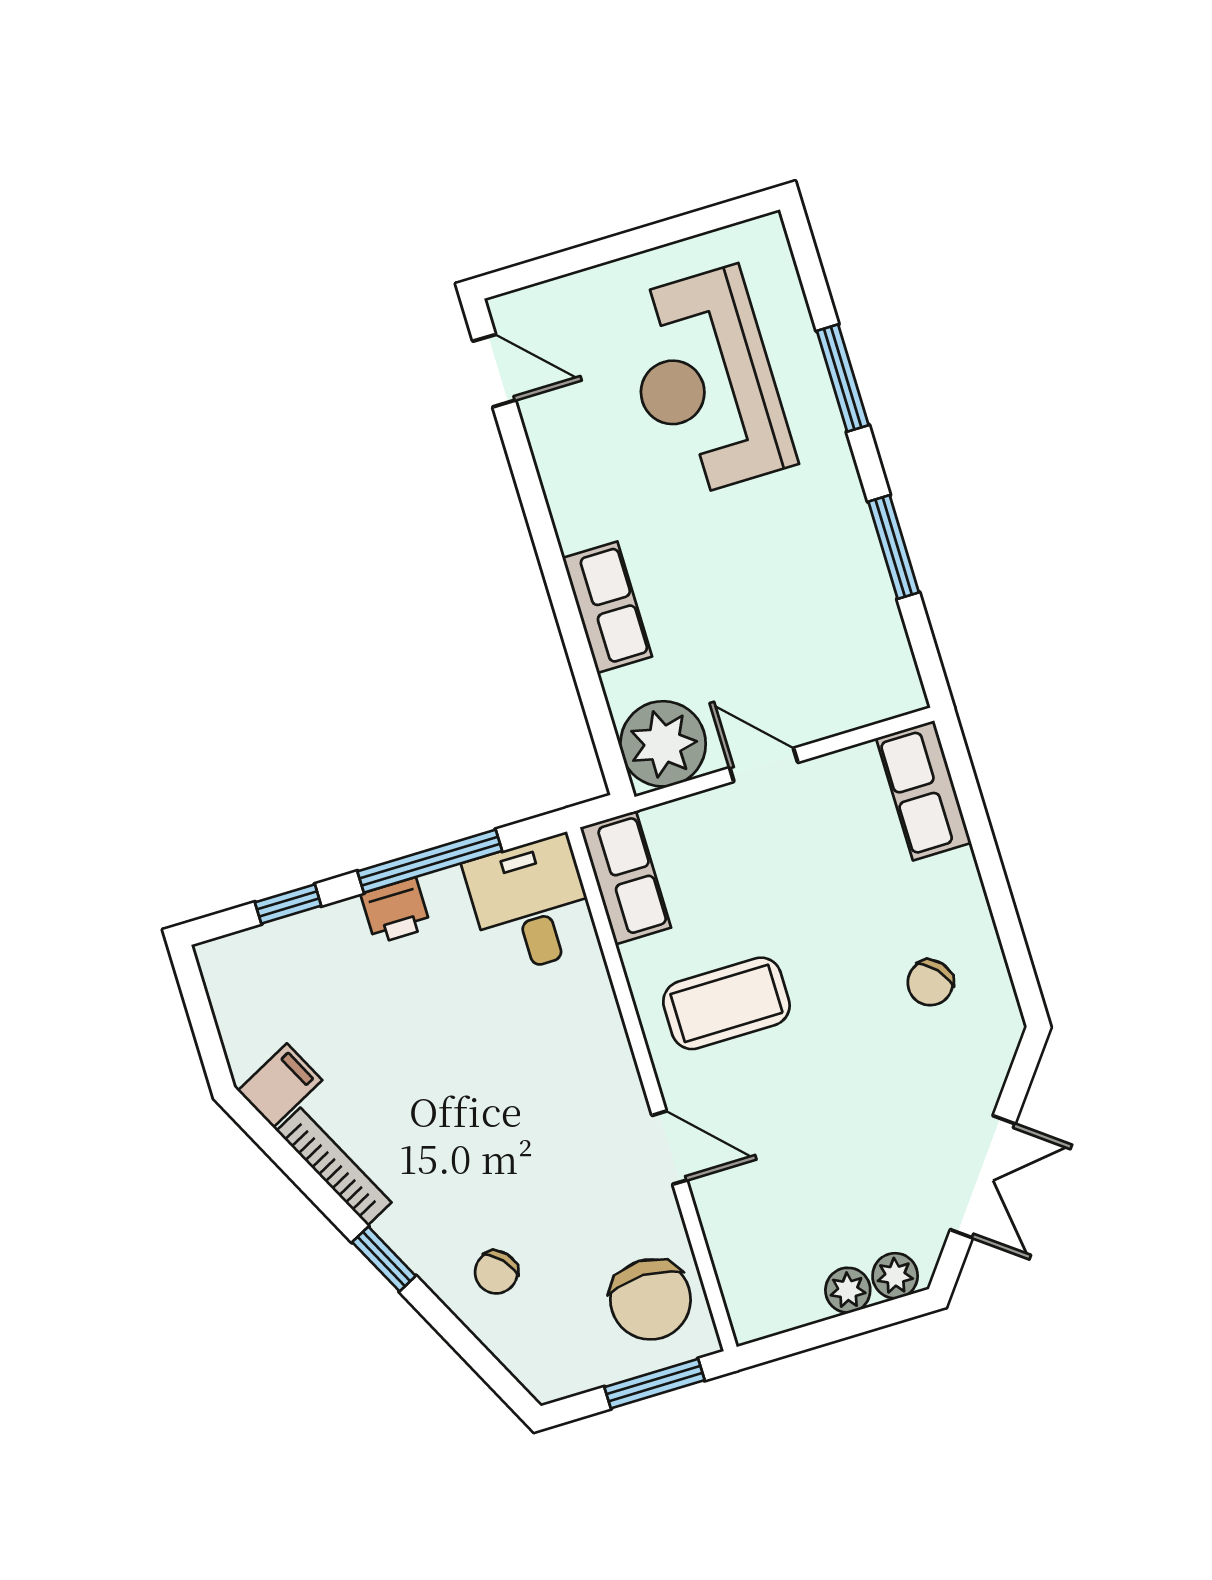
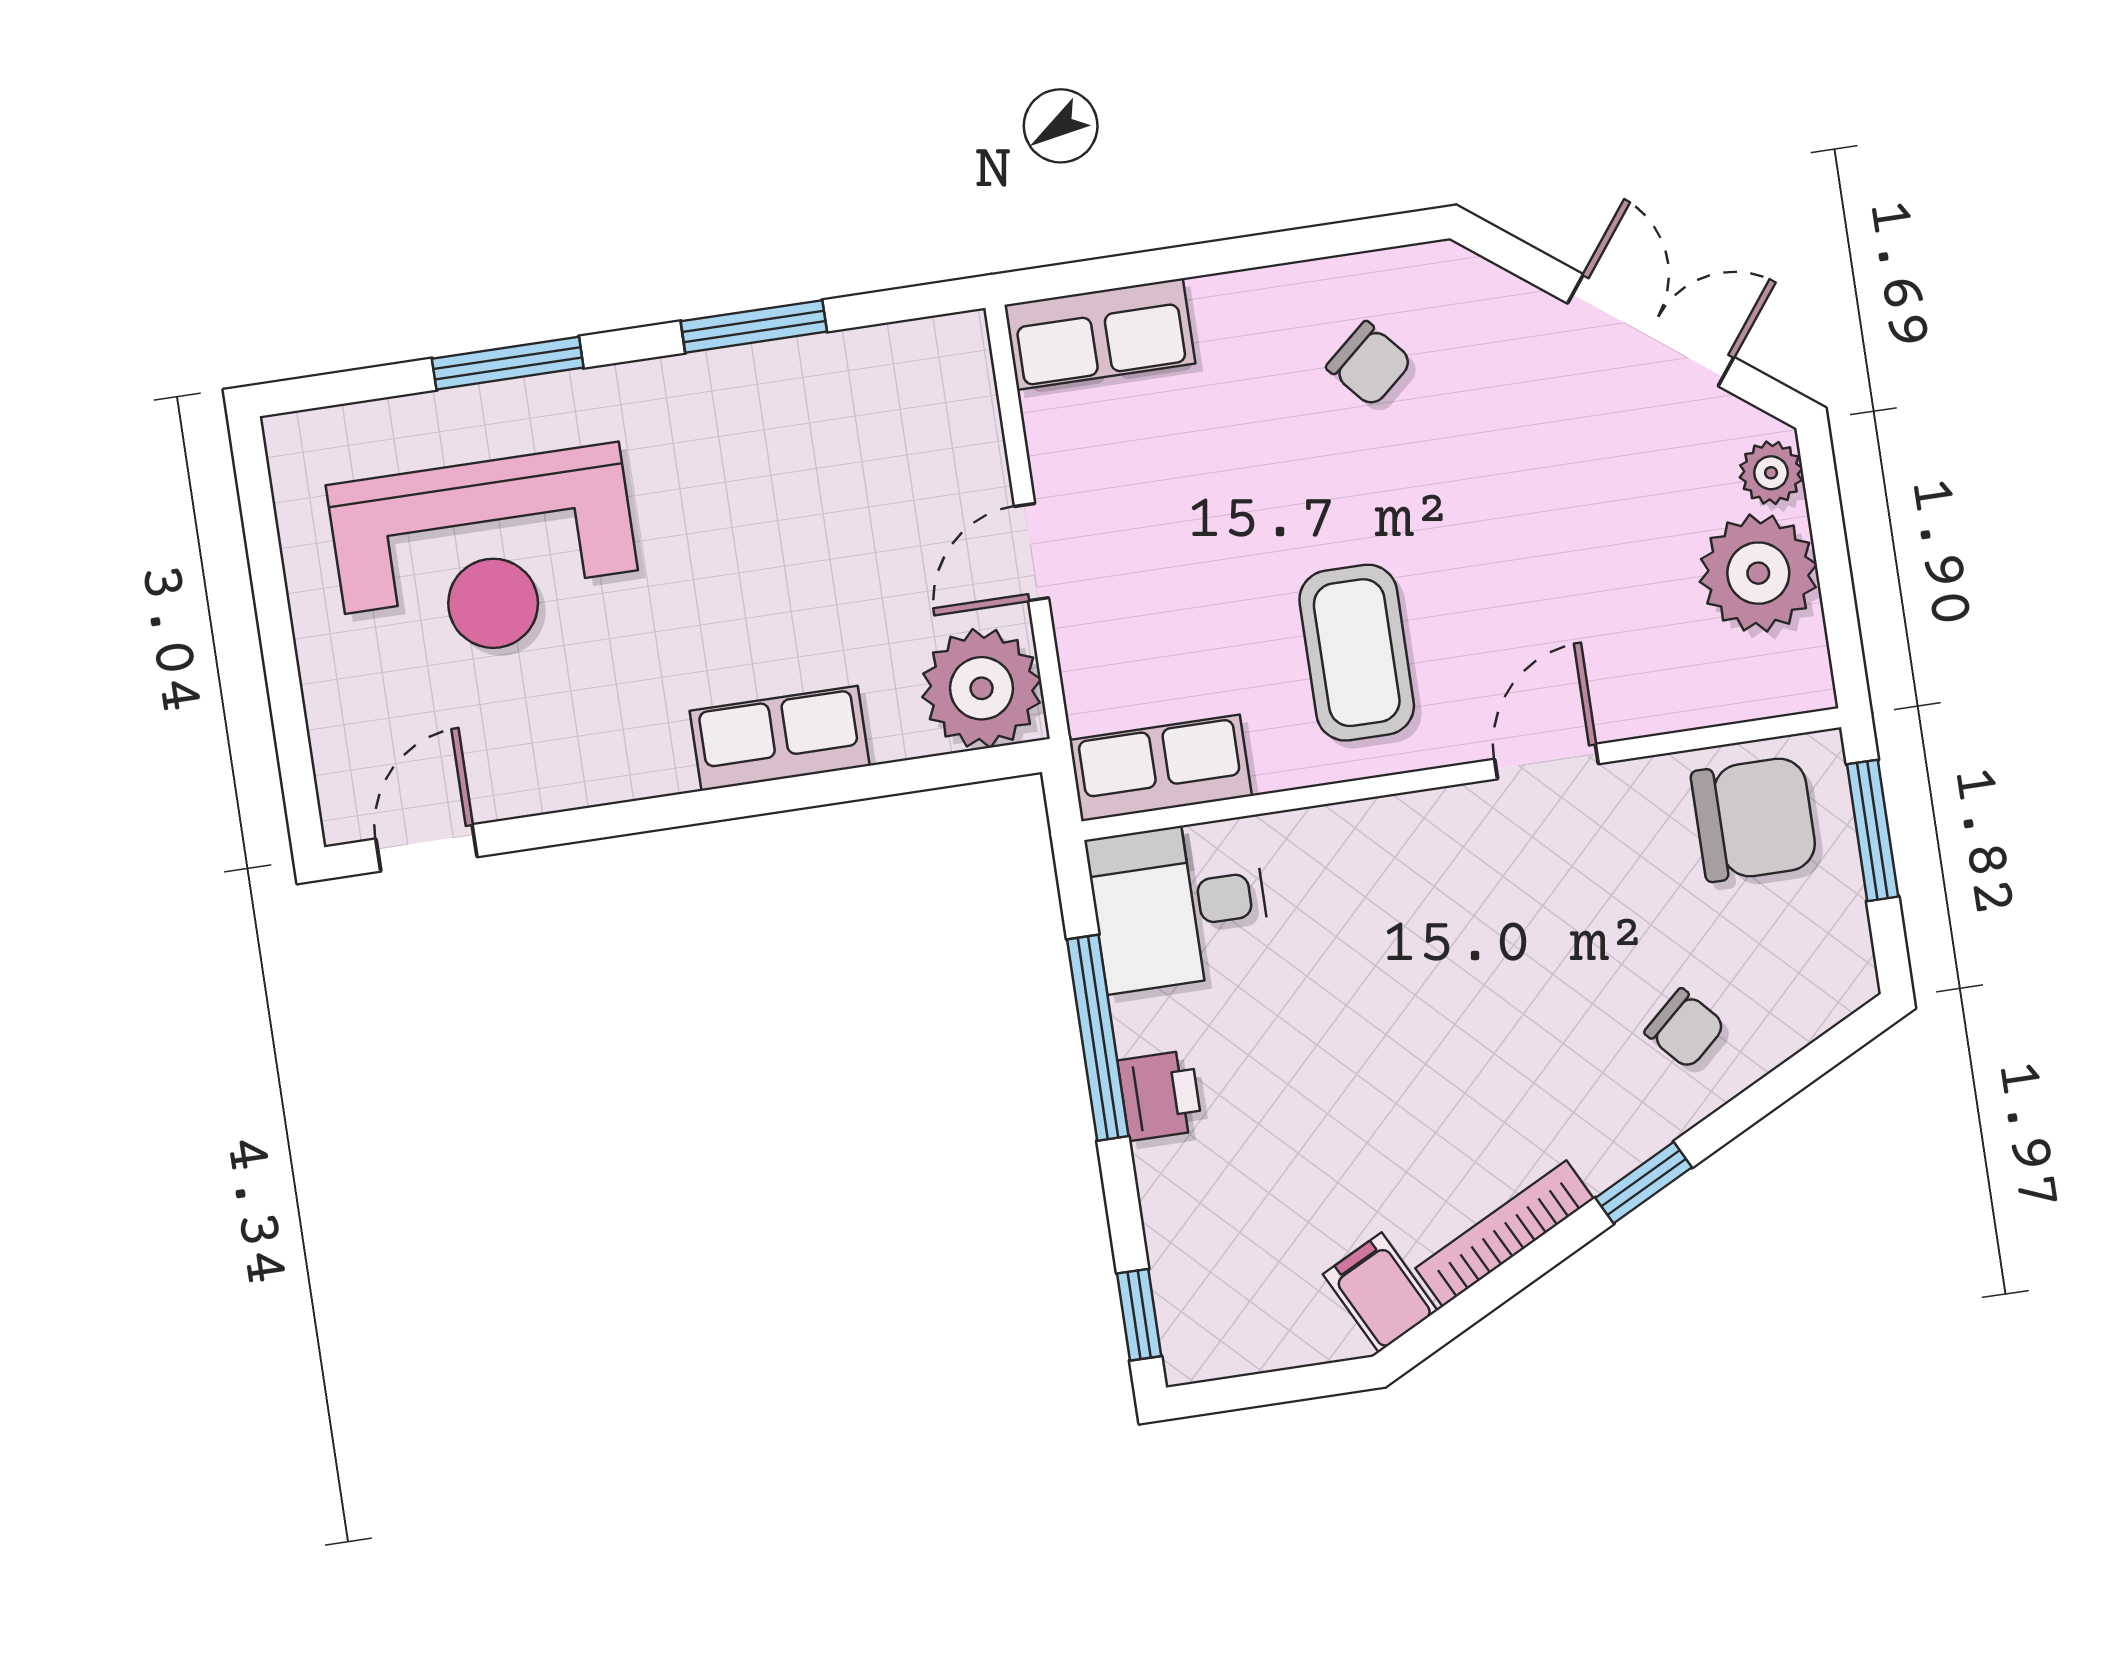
window: (288, 904) -> (1139, 1315), moved
plant: (848, 1290) -> (1758, 573), width x1.87, depth x1.87

